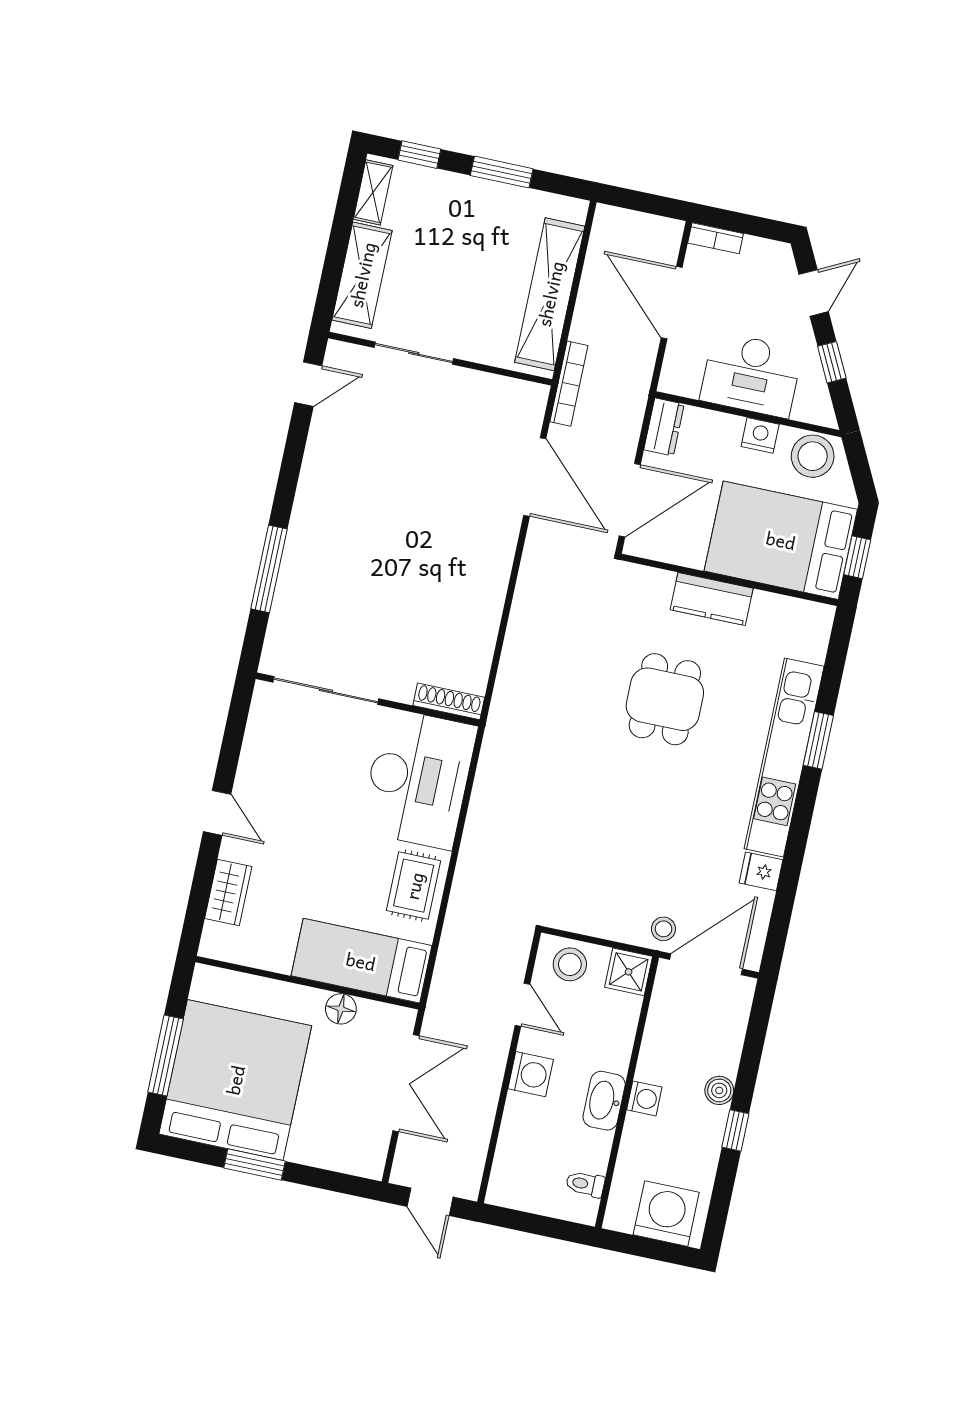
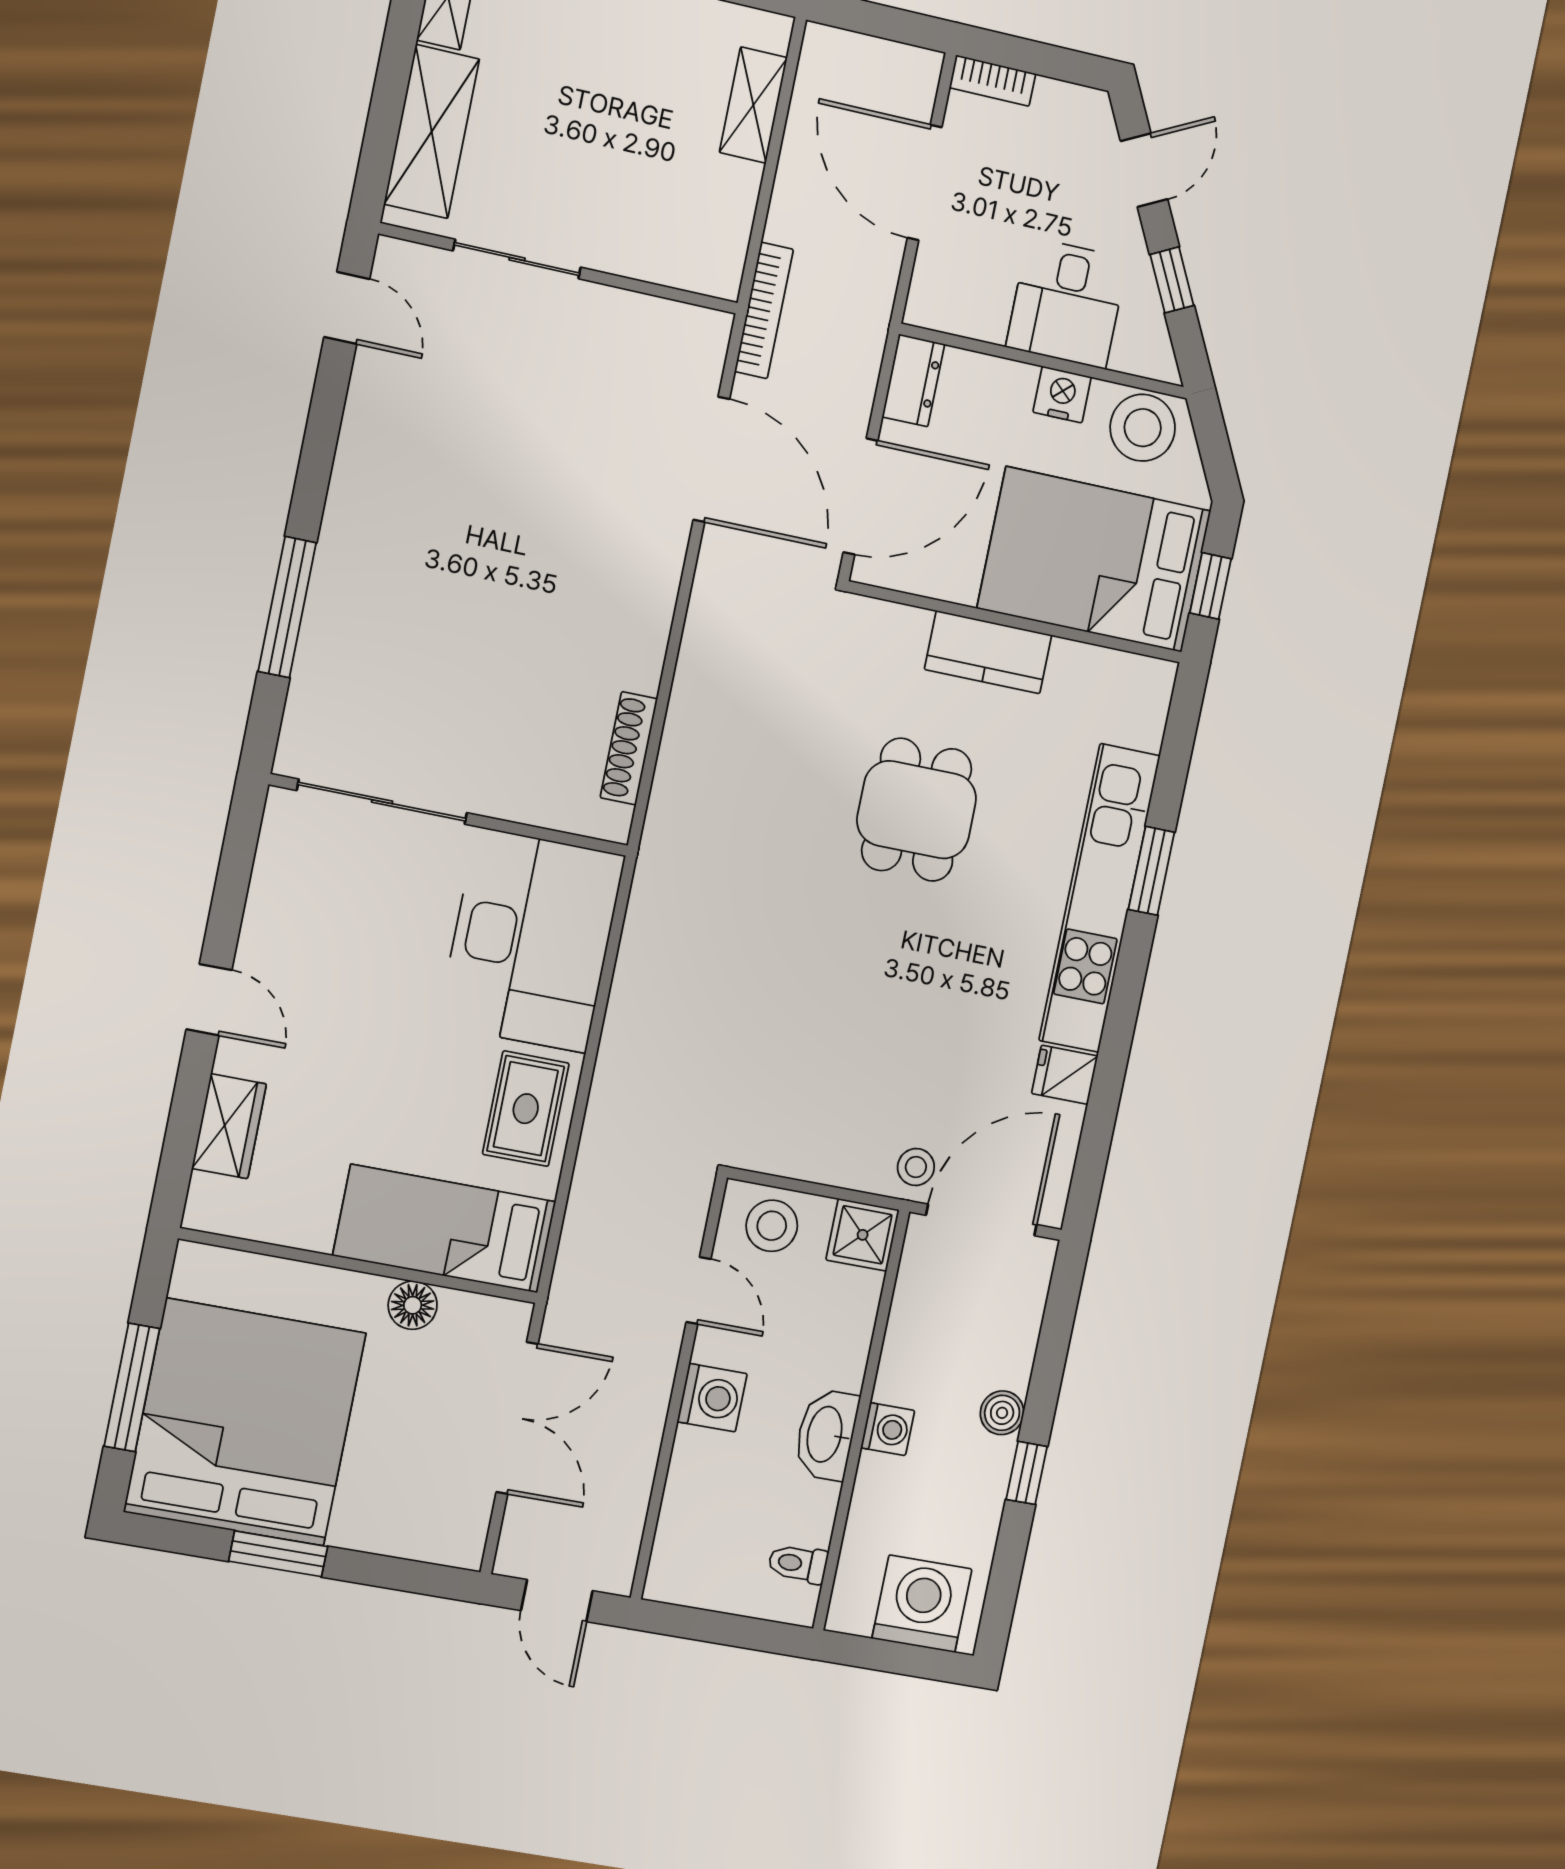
shelving: (550, 294) -> (753, 105), width x0.45, depth x0.75
desk: (751, 375) -> (1067, 303), width x0.73
door: (308, 384) -> (347, 308), hinge flipped
shoe rack: (449, 701) -> (629, 748), moved, turned -90

